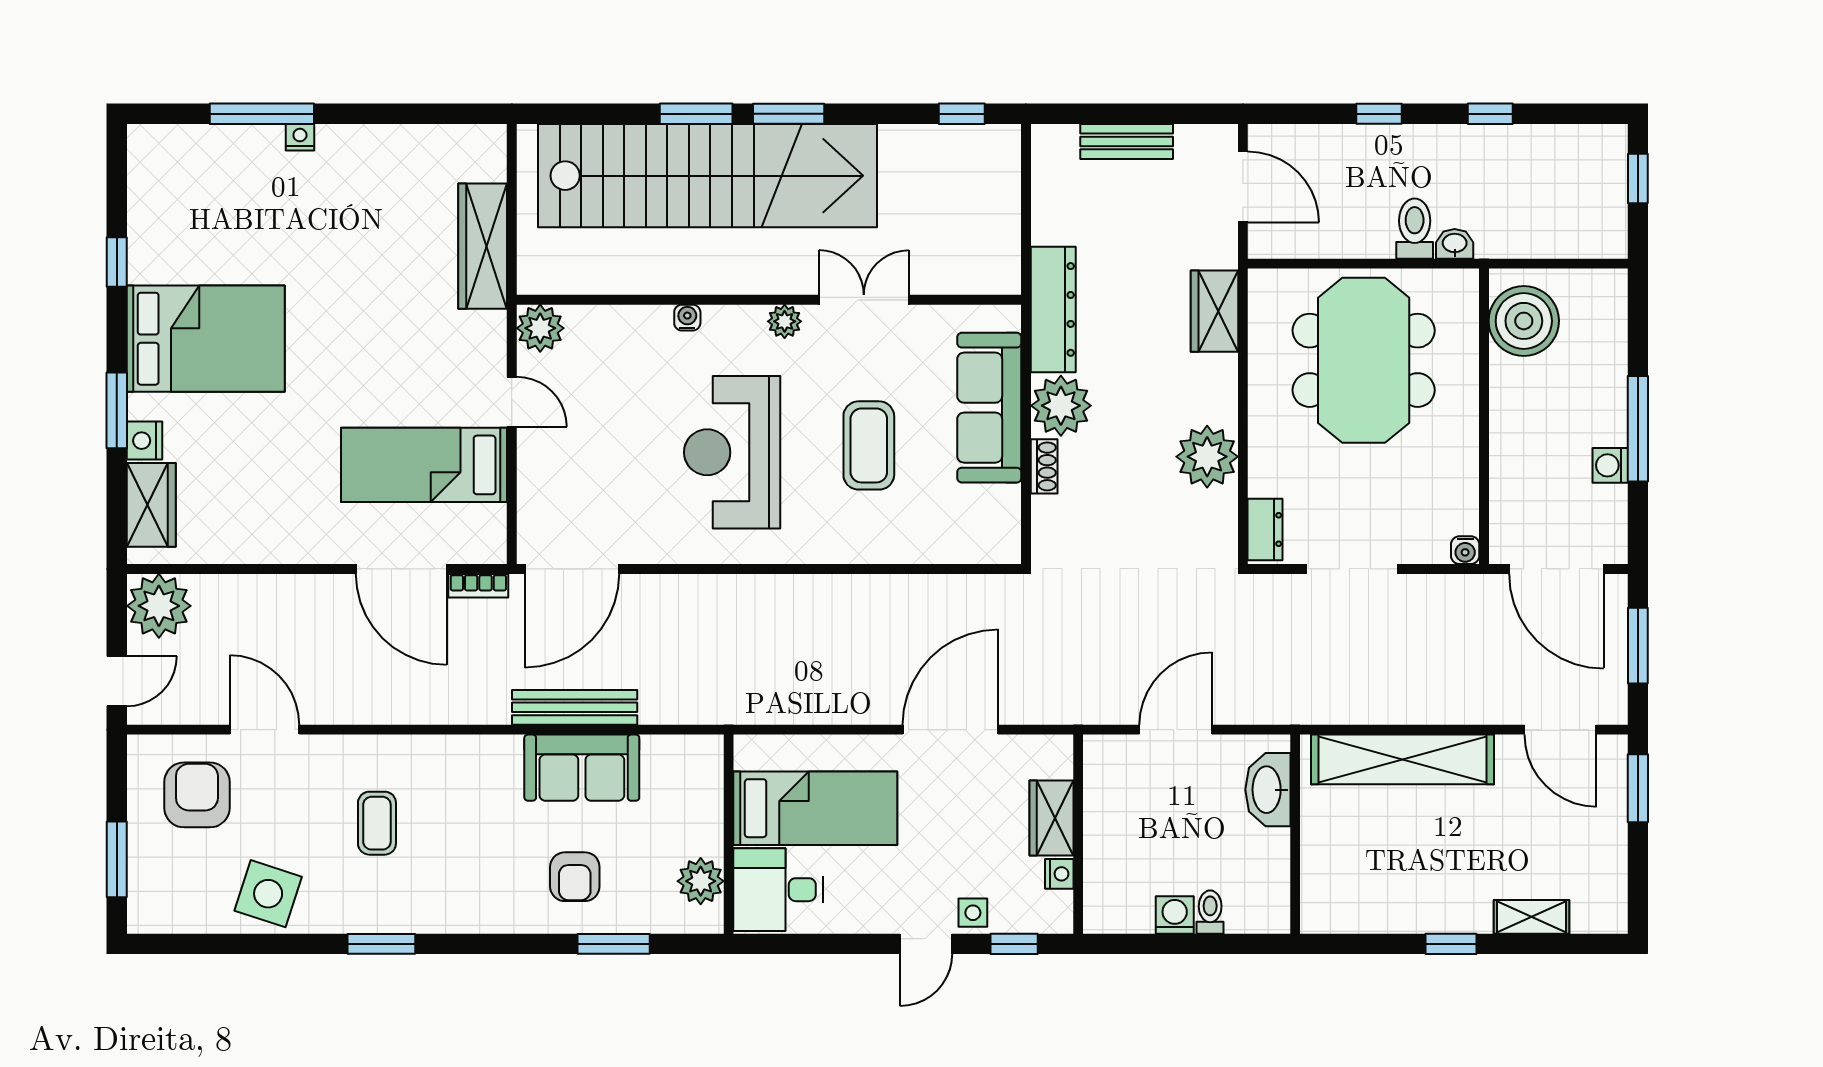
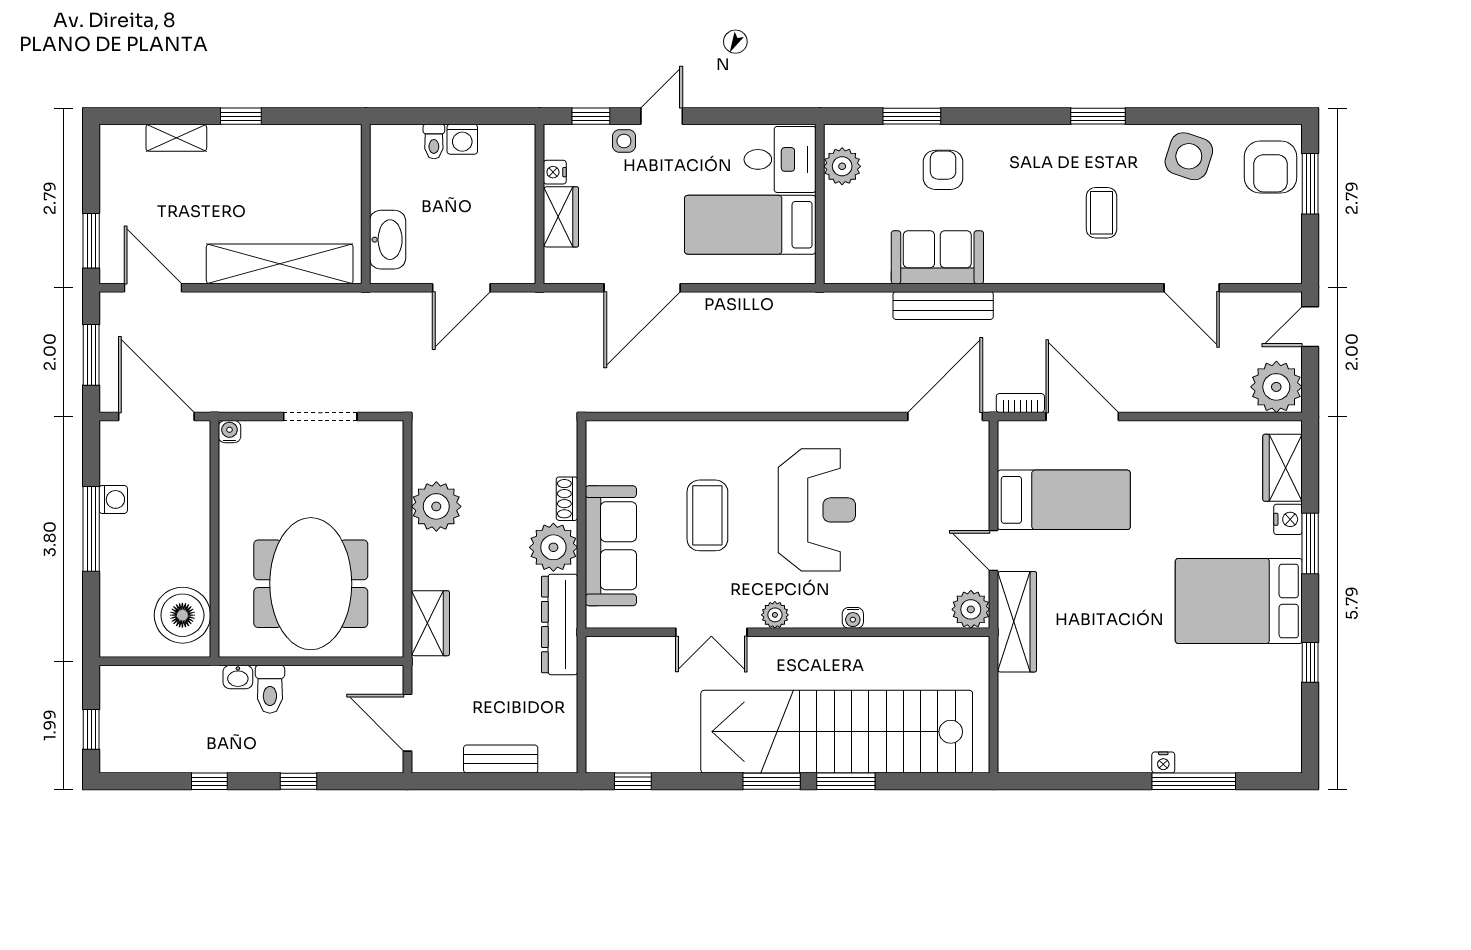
wardrobe: (483, 246) -> (1017, 622), moved
dresser: (1265, 530) -> (390, 448), removed
armchair: (197, 795) -> (1271, 167), moved

